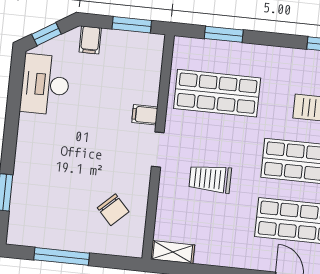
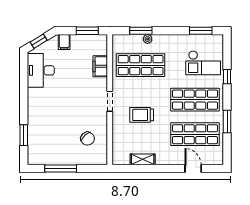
plant: (234, 50) -> (148, 39), added
filing cabinet: (145, 115) -> (100, 66), moved, width x2.00
shelving: (173, 252) -> (143, 159), moved

